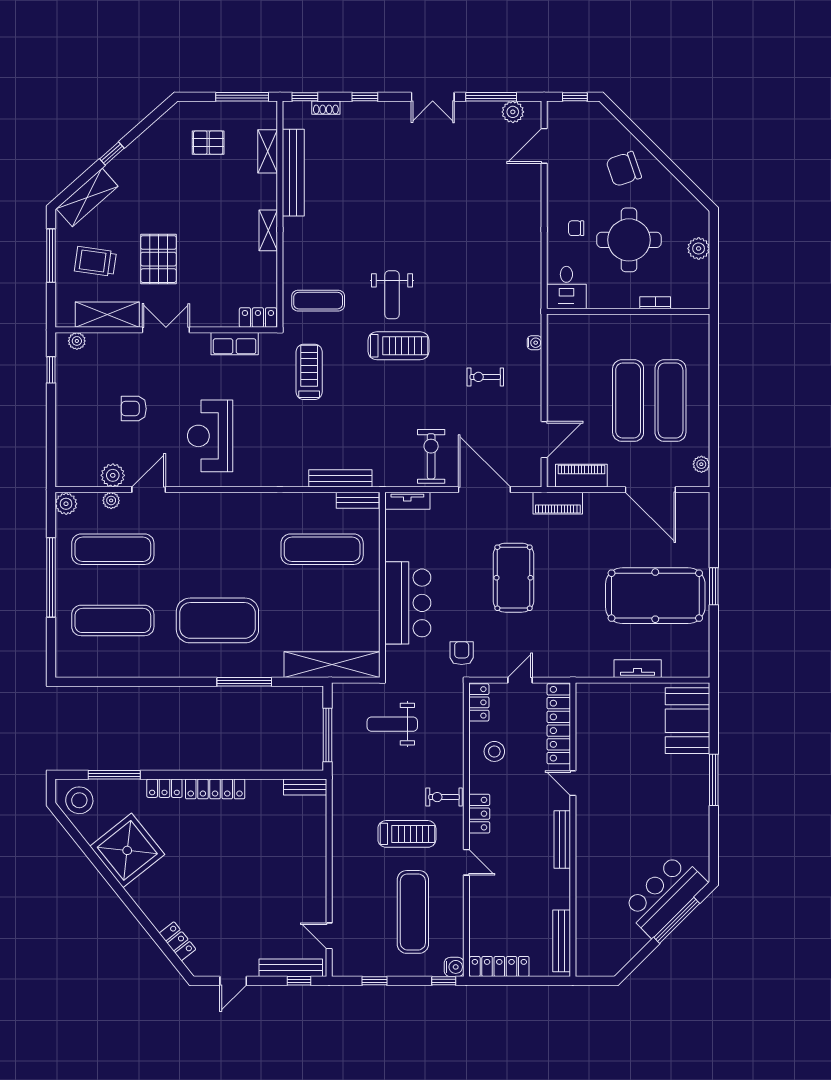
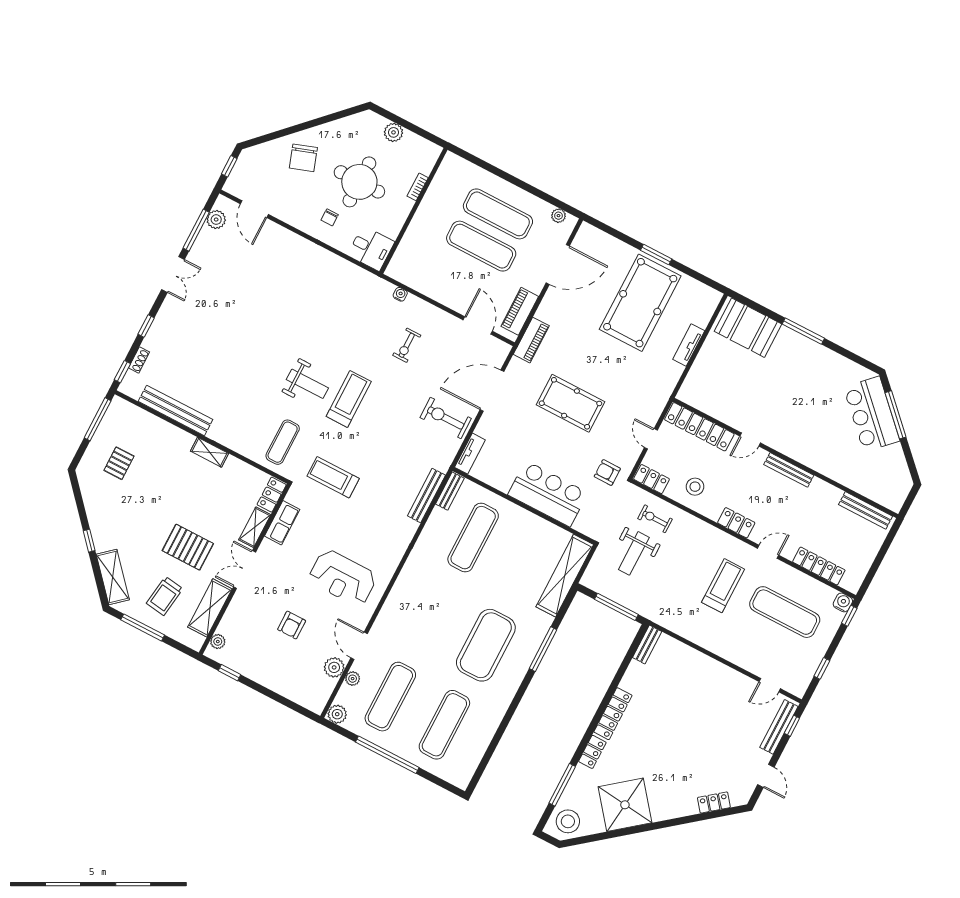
shelving: (268, 151) -> (255, 527), moved, turned 90
exercise bike: (444, 797) -> (655, 519), moved, turned 90
locker: (499, 967) -> (819, 566), moved, turned 90

